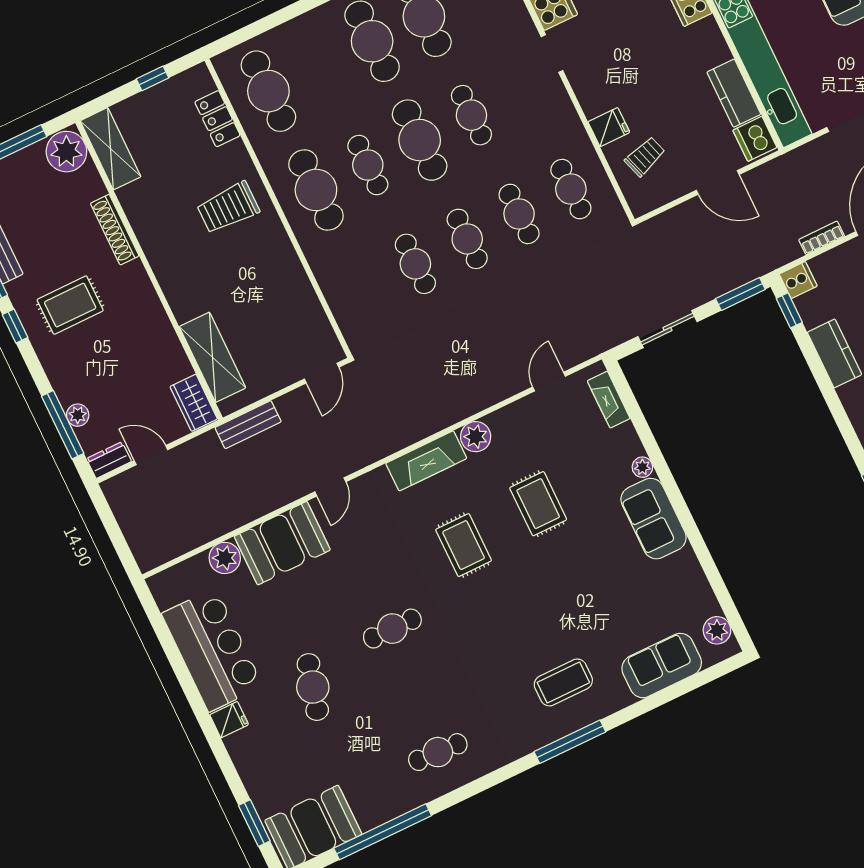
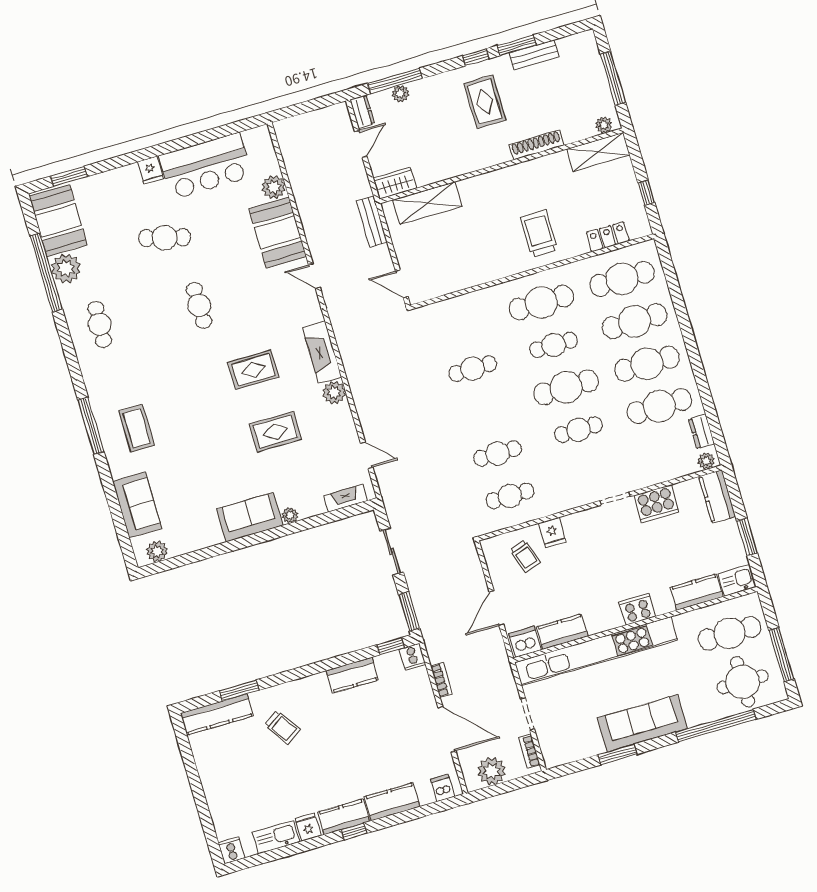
plant: (66, 152) -> (604, 125), width x0.53, depth x0.53
cafe table: (467, 239) -> (635, 321), moved, width x1.37, depth x1.35
plant: (373, 807) -> (66, 268), added

